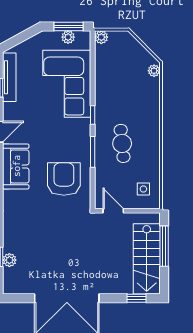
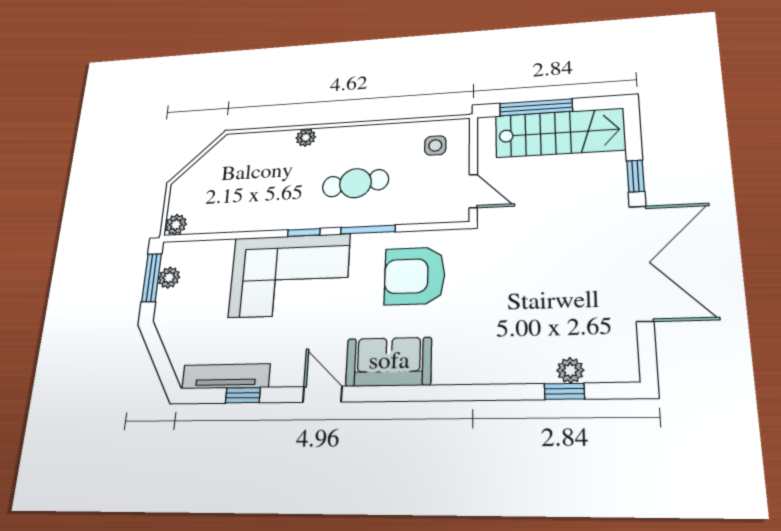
plant: (154, 71) -> (306, 137), moved
corner sofa: (67, 84) -> (289, 275), moved
door: (113, 211) -> (473, 191), swing flipped
window: (136, 298) -> (636, 176), moved

